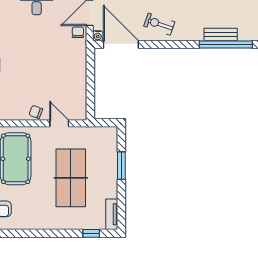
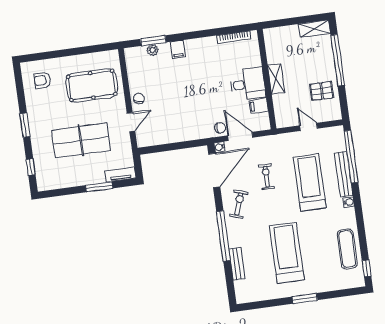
window: (226, 44) -> (223, 236), moved
tv unit: (112, 214) -> (120, 175), moved
window: (47, 233) -> (25, 125), added

